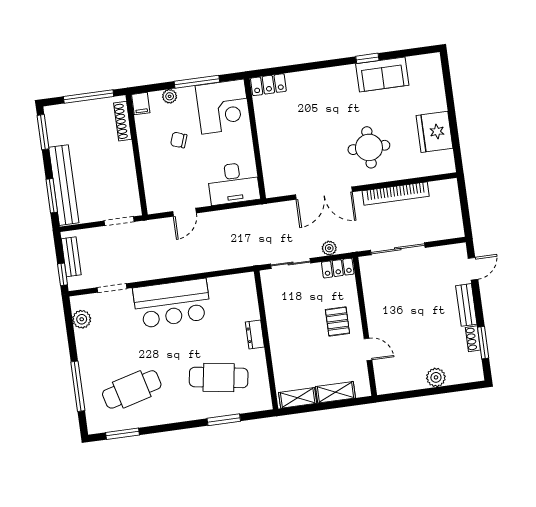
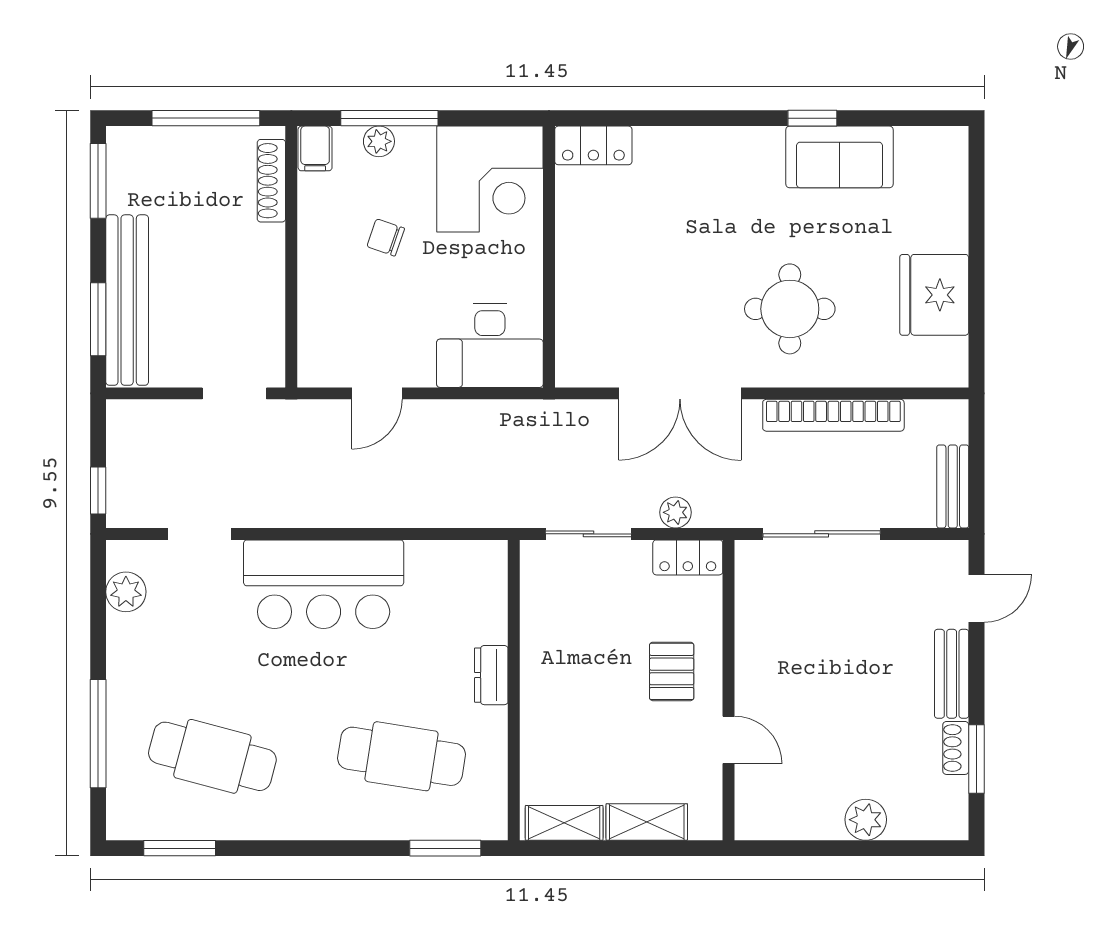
window: (197, 82) -> (389, 118), moved
bench: (71, 257) -> (953, 486), moved
cafe table: (132, 389) -> (212, 756), turned 30
window: (224, 420) -> (445, 848), moved

